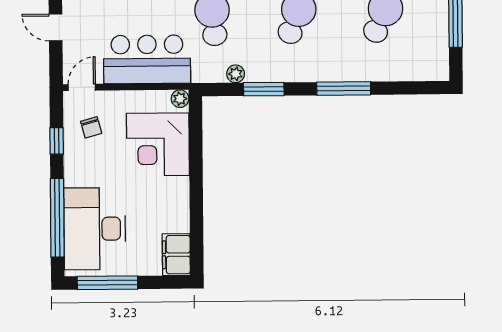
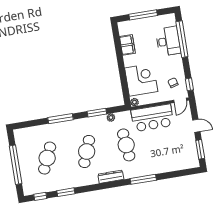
window: (57, 141) -> (189, 84), moved
desk: (95, 229) -> (168, 41), width x0.73, depth x0.77
filing cabinet: (176, 255) -> (127, 45), moved
window: (107, 283) -> (143, 15), moved

